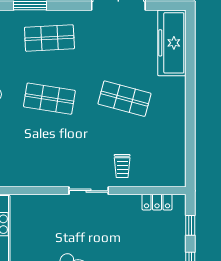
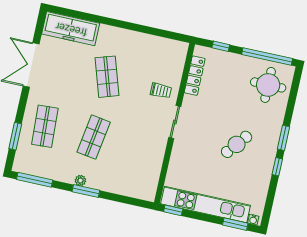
shop shelf: (124, 99) -> (107, 77), turned -33
locker: (157, 202) -> (195, 76), width x1.53

